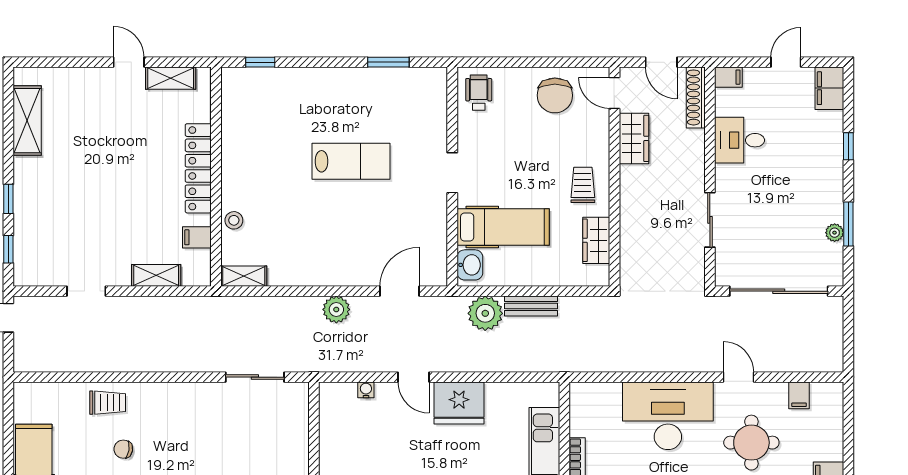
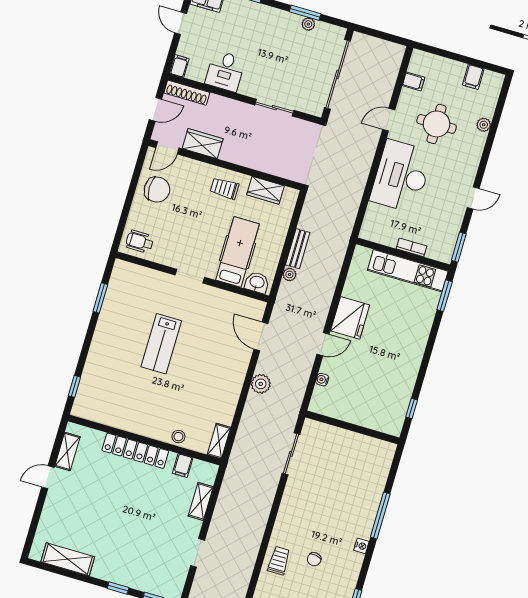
lab bench: (351, 161) -> (161, 344), turned 180
plant: (485, 313) -> (289, 274), width x0.53, depth x0.53

